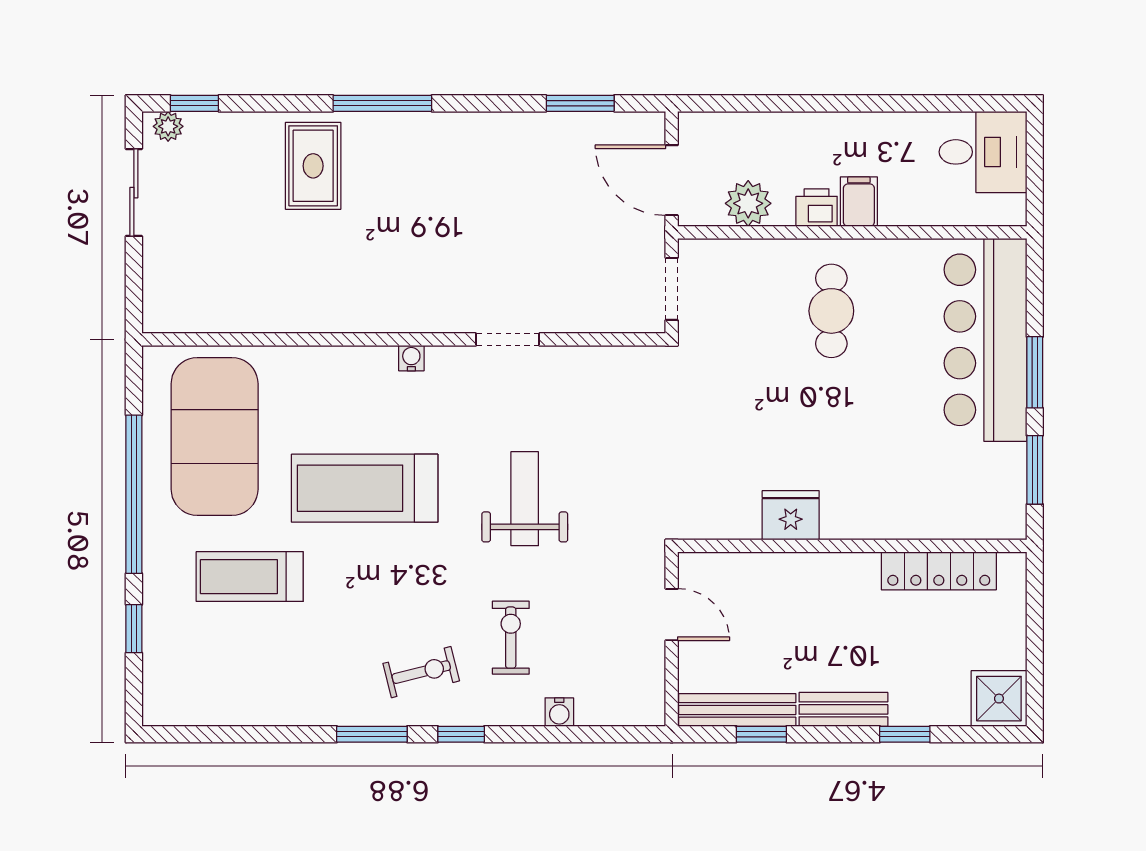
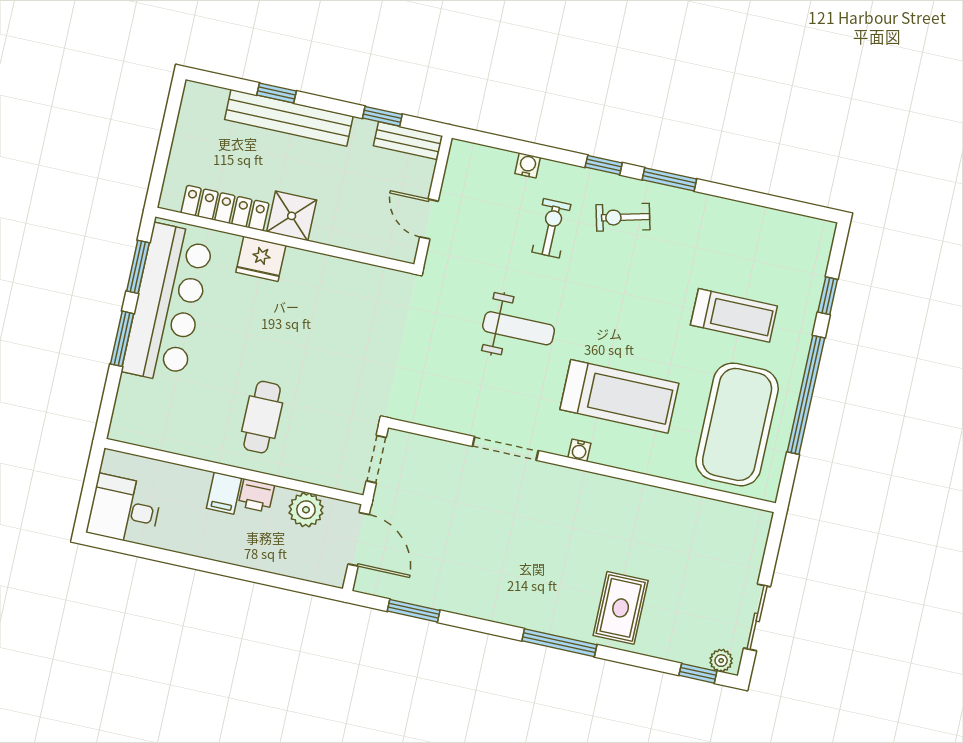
doorway: (508, 339) -> (505, 448), width x1.38
bar counter: (985, 340) -> (168, 303), moved
treadmill: (365, 488) -> (619, 396), moved
weight bench: (525, 499) -> (519, 328), turned -90
fridge: (791, 515) -> (261, 259), moved
exercise bike: (511, 638) -> (551, 228), turned 180
shower: (999, 699) -> (292, 216), moved
bench: (843, 709) -> (289, 118), width x1.86, depth x1.21
bench: (737, 710) -> (408, 141), width x0.73

